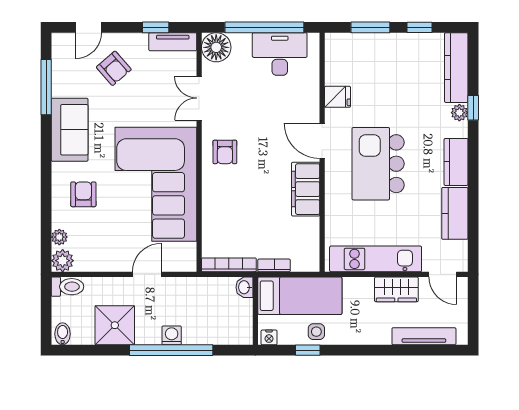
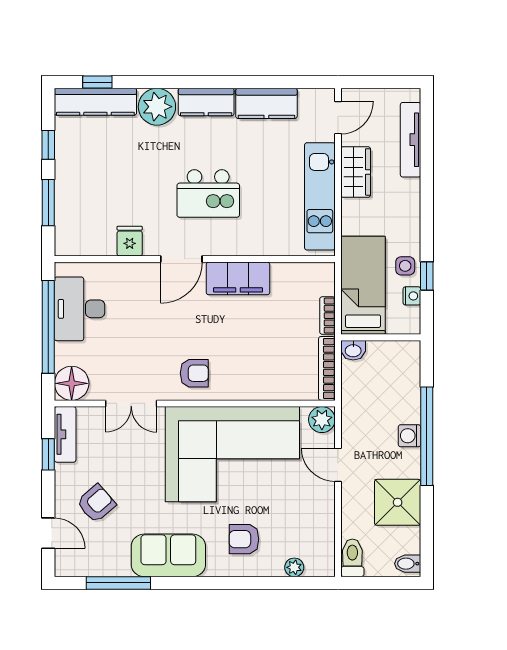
window: (473, 108) -> (97, 82), moved
plant: (459, 113) -> (157, 107), width x1.88, depth x1.88
kitchen island: (378, 164) -> (208, 193), width x0.73, depth x0.78
plant: (63, 261) -> (322, 420), moved
nightstand: (269, 337) -> (412, 296), moved

